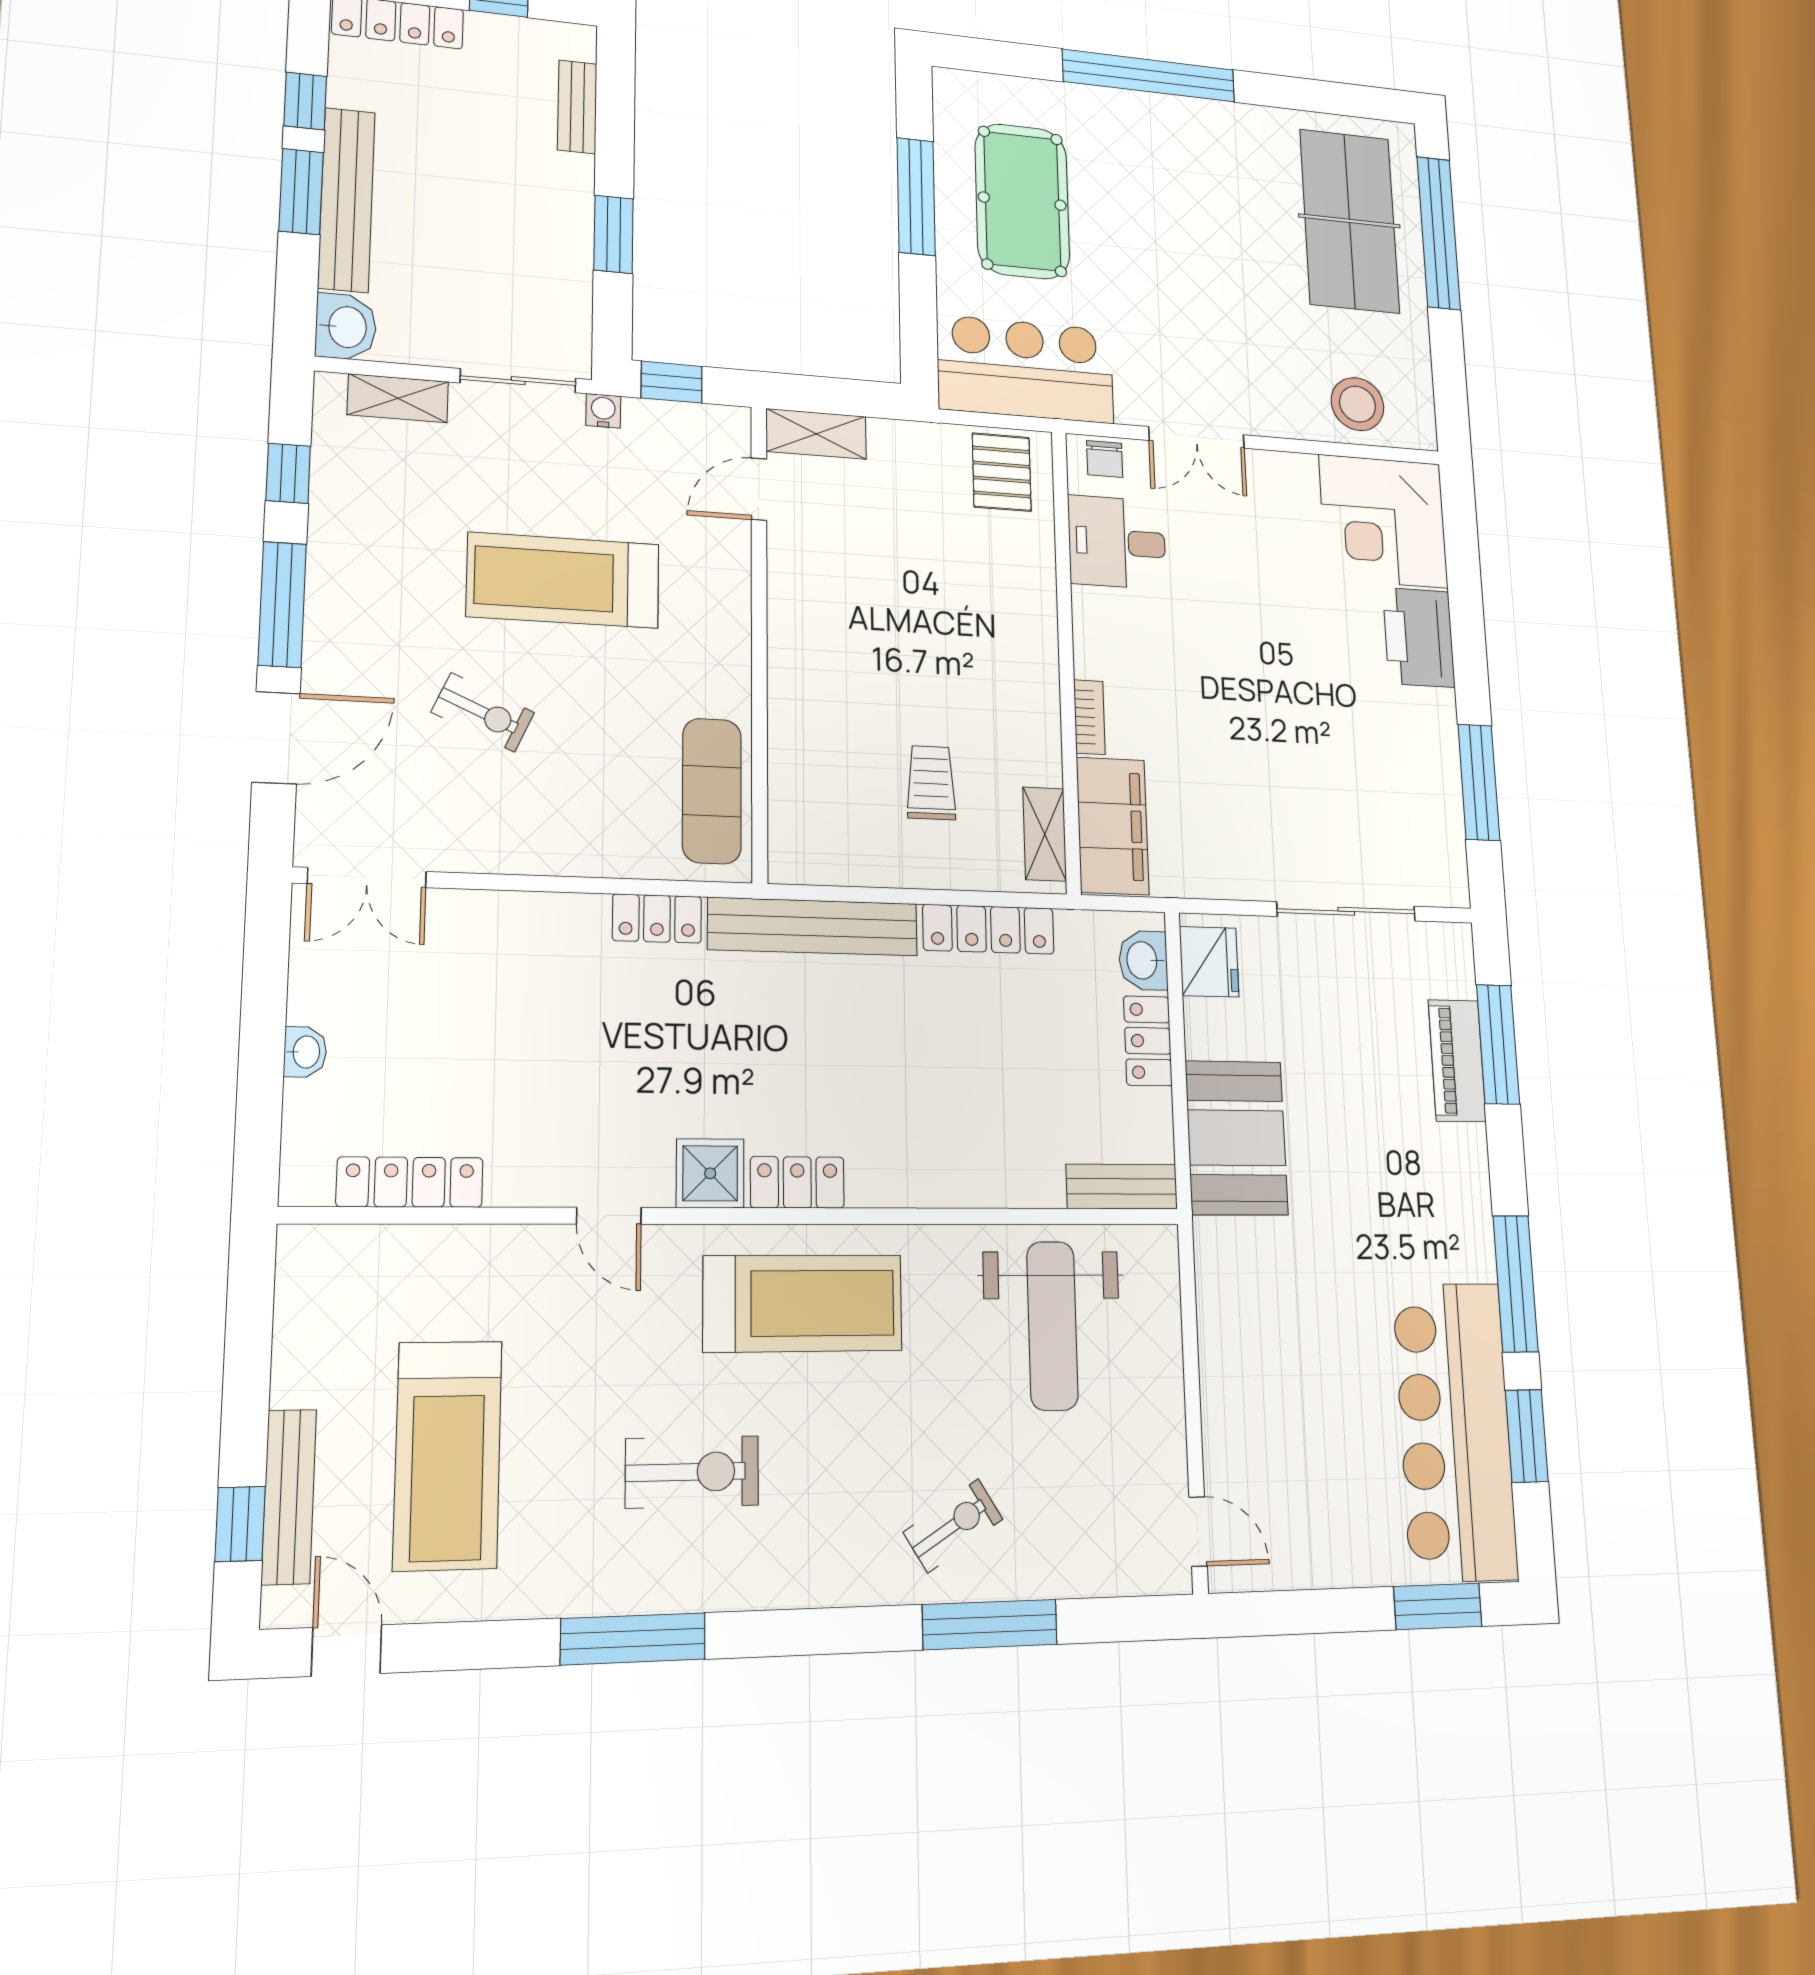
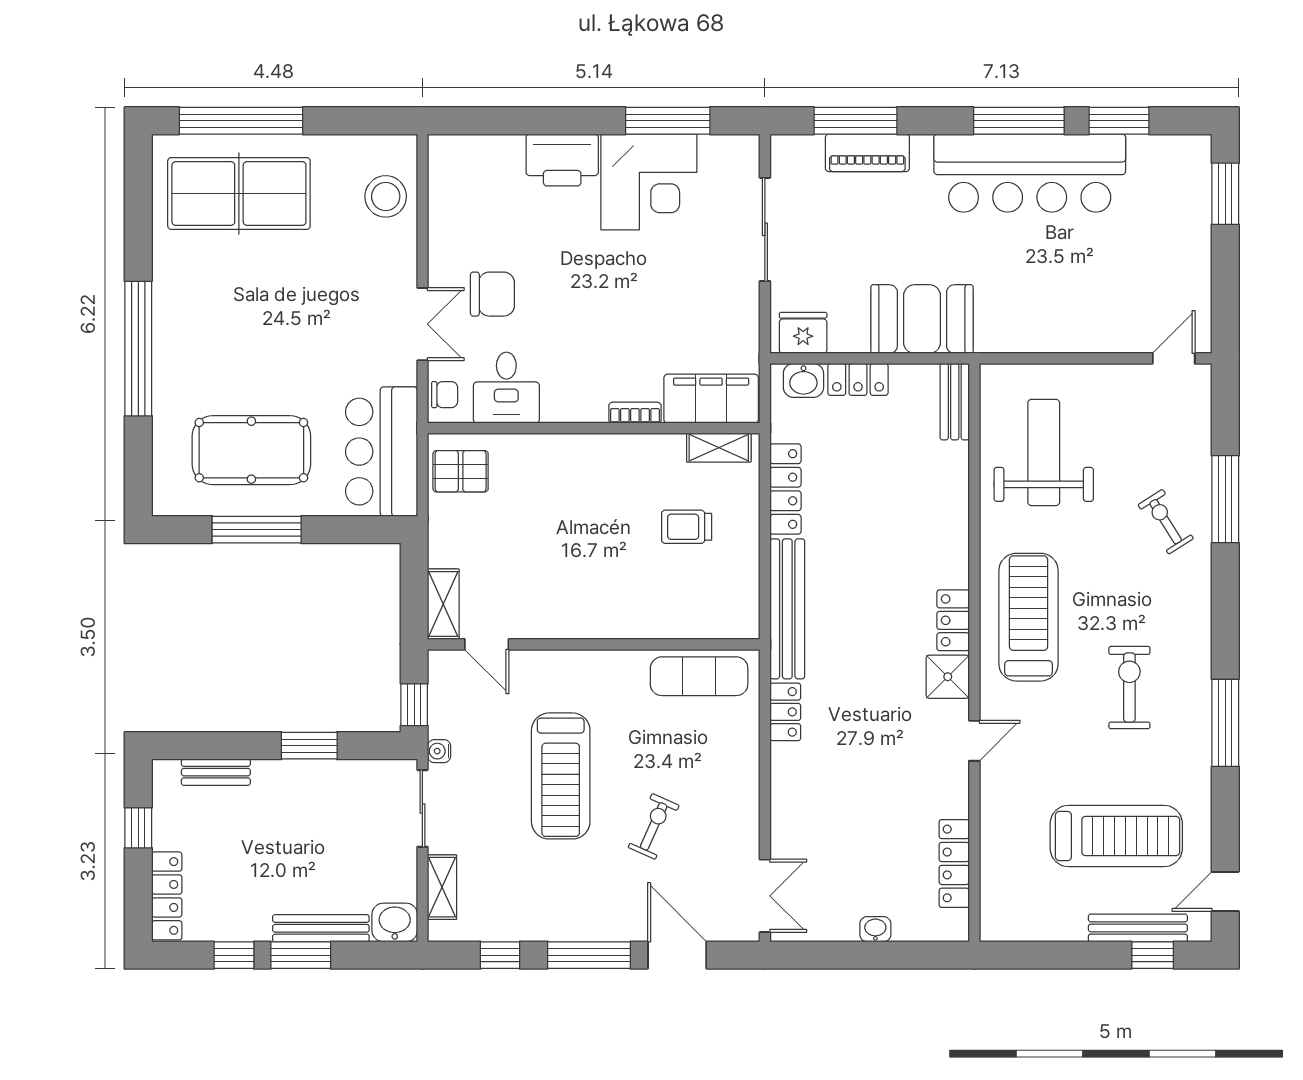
bench: (346, 200) -> (321, 928), width x0.73, depth x0.82
corner desk: (1383, 521) -> (649, 182), moved
chair: (1240, 533) -> (492, 294), added
weight bench: (1052, 1326) -> (1044, 452), turned -90
bar counter: (1455, 1431) -> (1030, 173), moved

